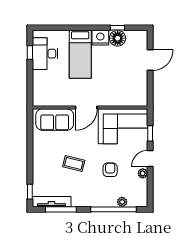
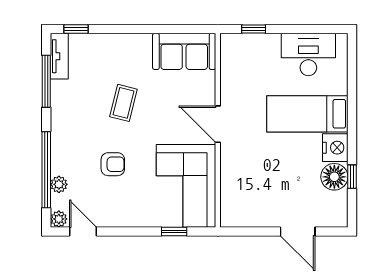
window: (30, 52) -> (254, 29), moved
sofa: (55, 120) -> (184, 51), moved, turned -90
door: (150, 159) -> (83, 231), moved
plant: (143, 173) -> (59, 219), moved
tv unit: (52, 202) -> (59, 56), width x0.71

